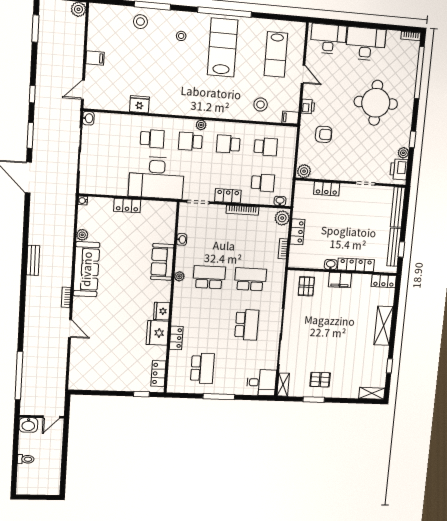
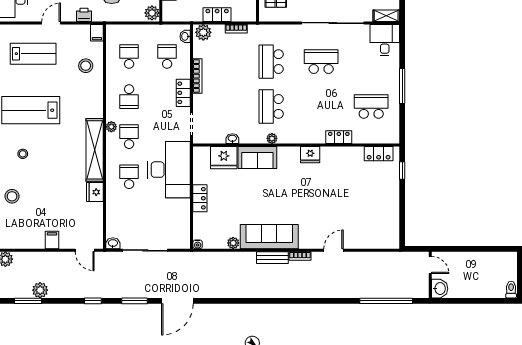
plant: (46, 42) -> (40, 290), added
shelving: (180, 107) -> (95, 150), added
school desk: (190, 141) -> (129, 137), turned 180
bench: (33, 260) -> (272, 258), moved
fridge: (157, 333) -> (224, 158), moved
toilet: (26, 459) -> (511, 290), moved

